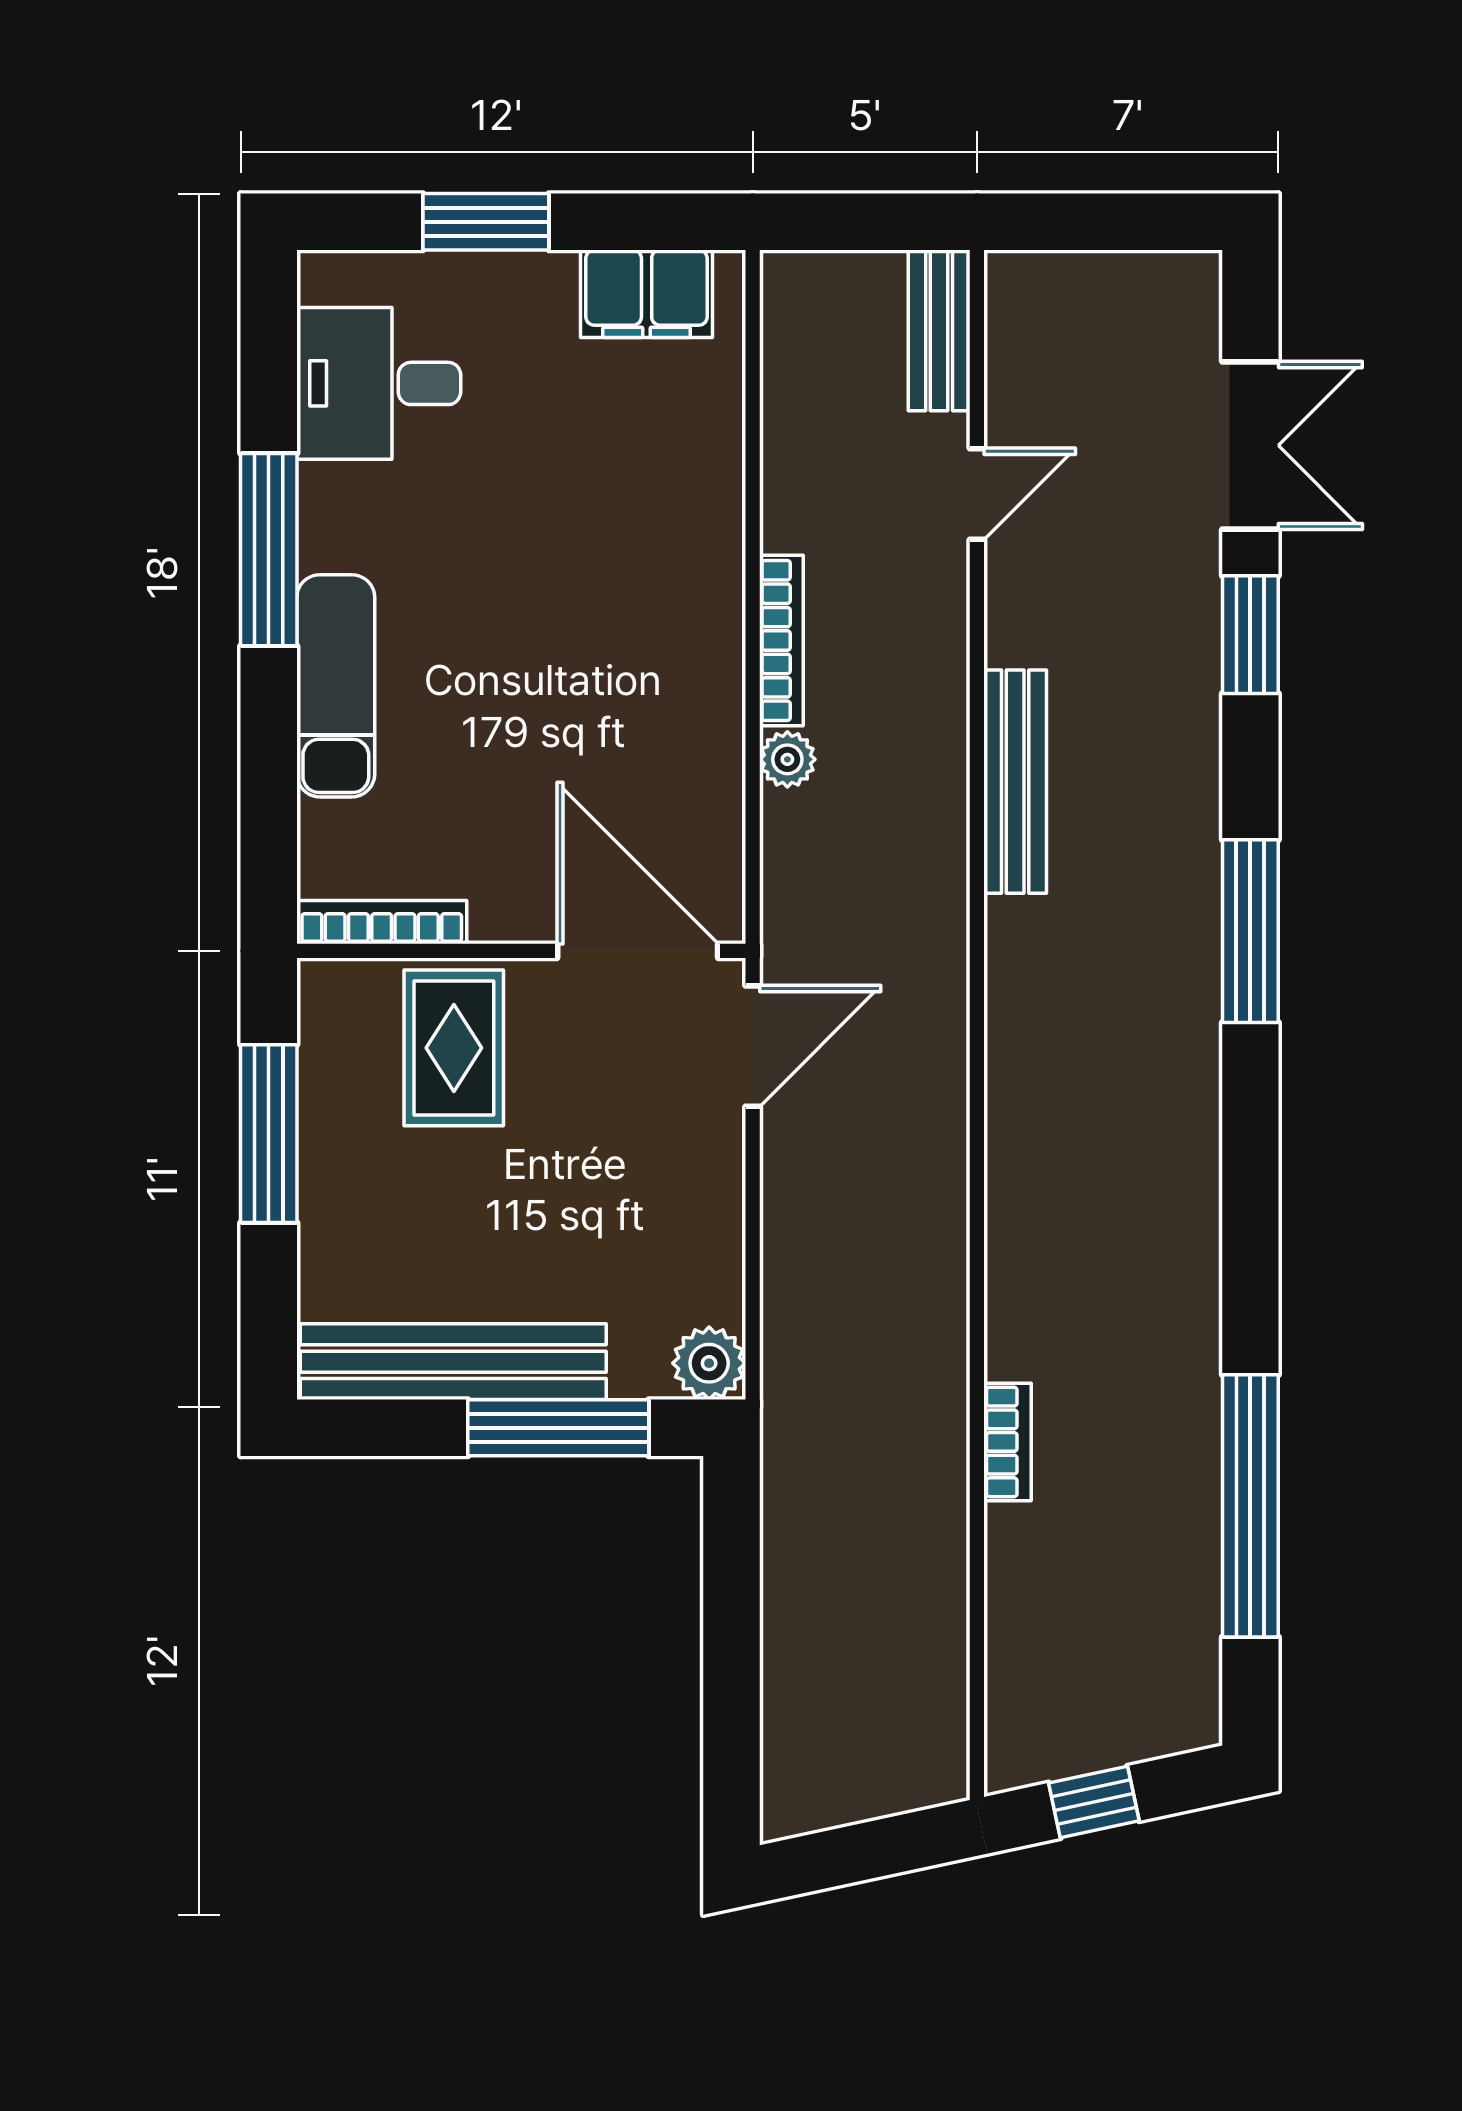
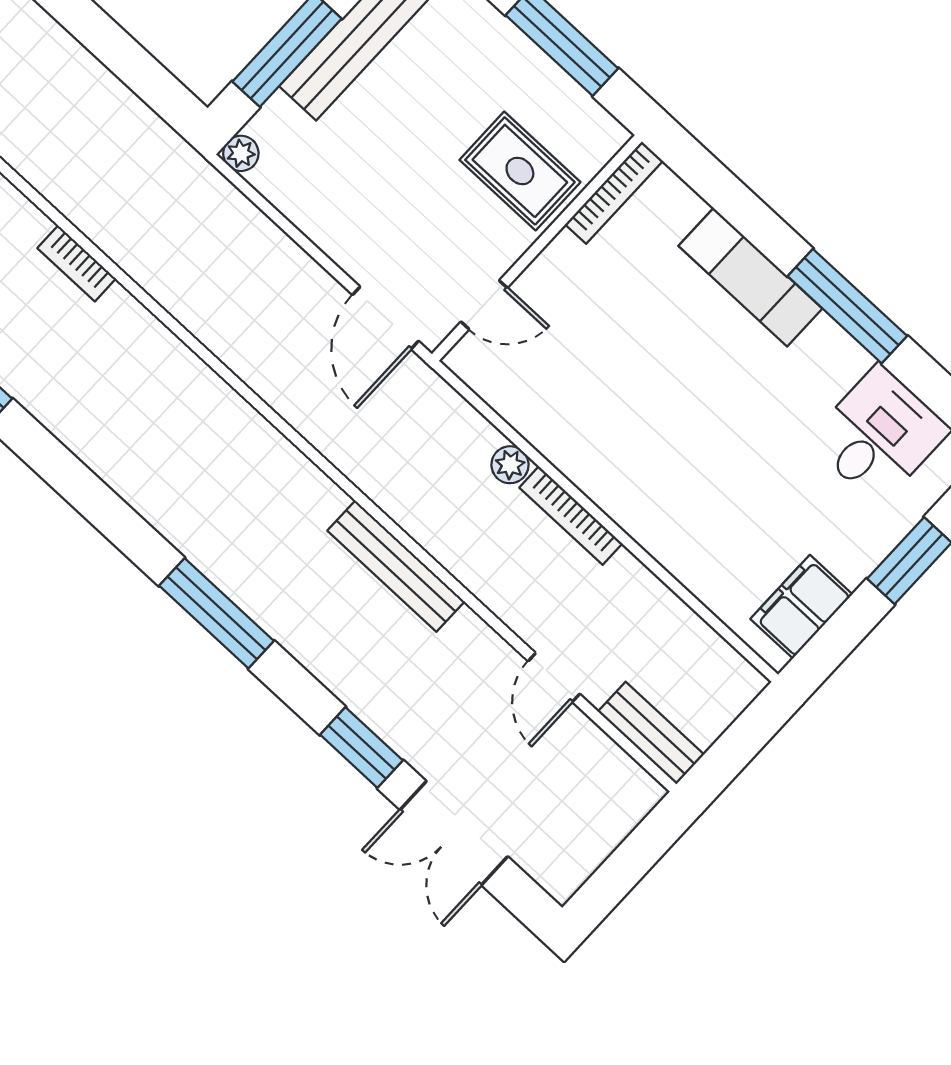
door: (638, 951) -> (484, 305), width x0.53
plant: (709, 1363) -> (241, 153), width x0.73, depth x0.73

